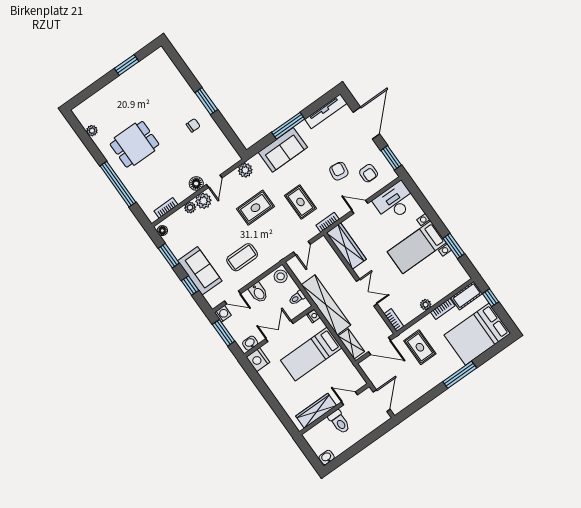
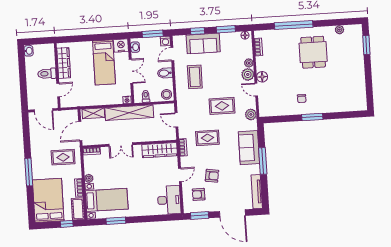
window: (127, 65) -> (366, 45), moved
rug: (255, 208) -> (222, 106), turned 90
bed with nightstands: (417, 247) -> (107, 200), moved, turned 90
bed: (311, 354) -> (104, 62), moved, turned 180

